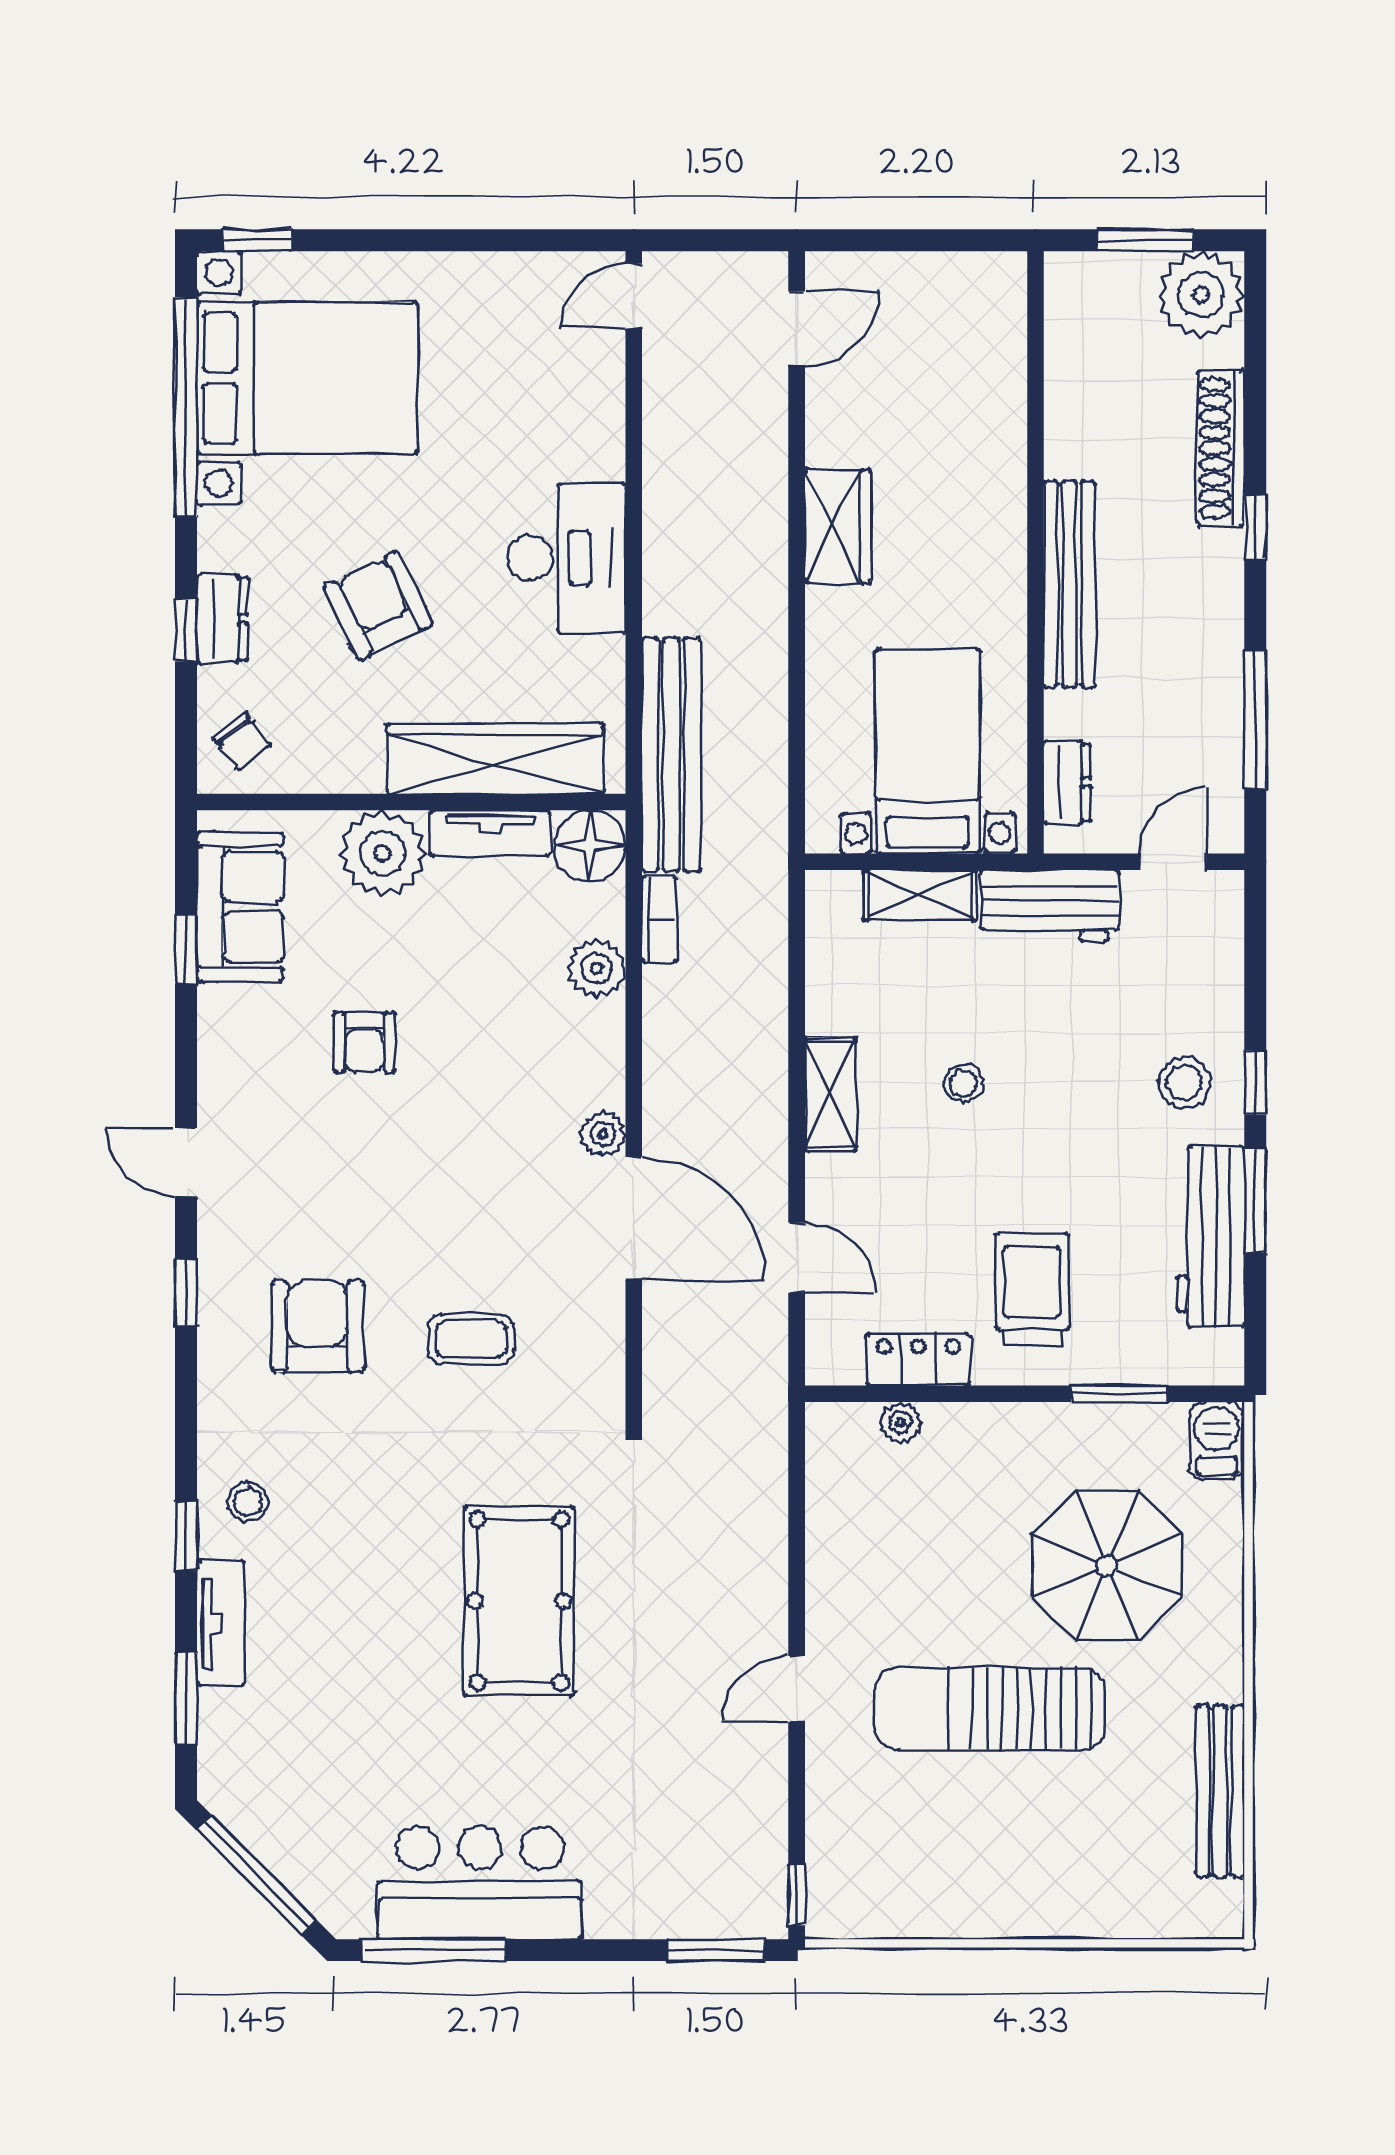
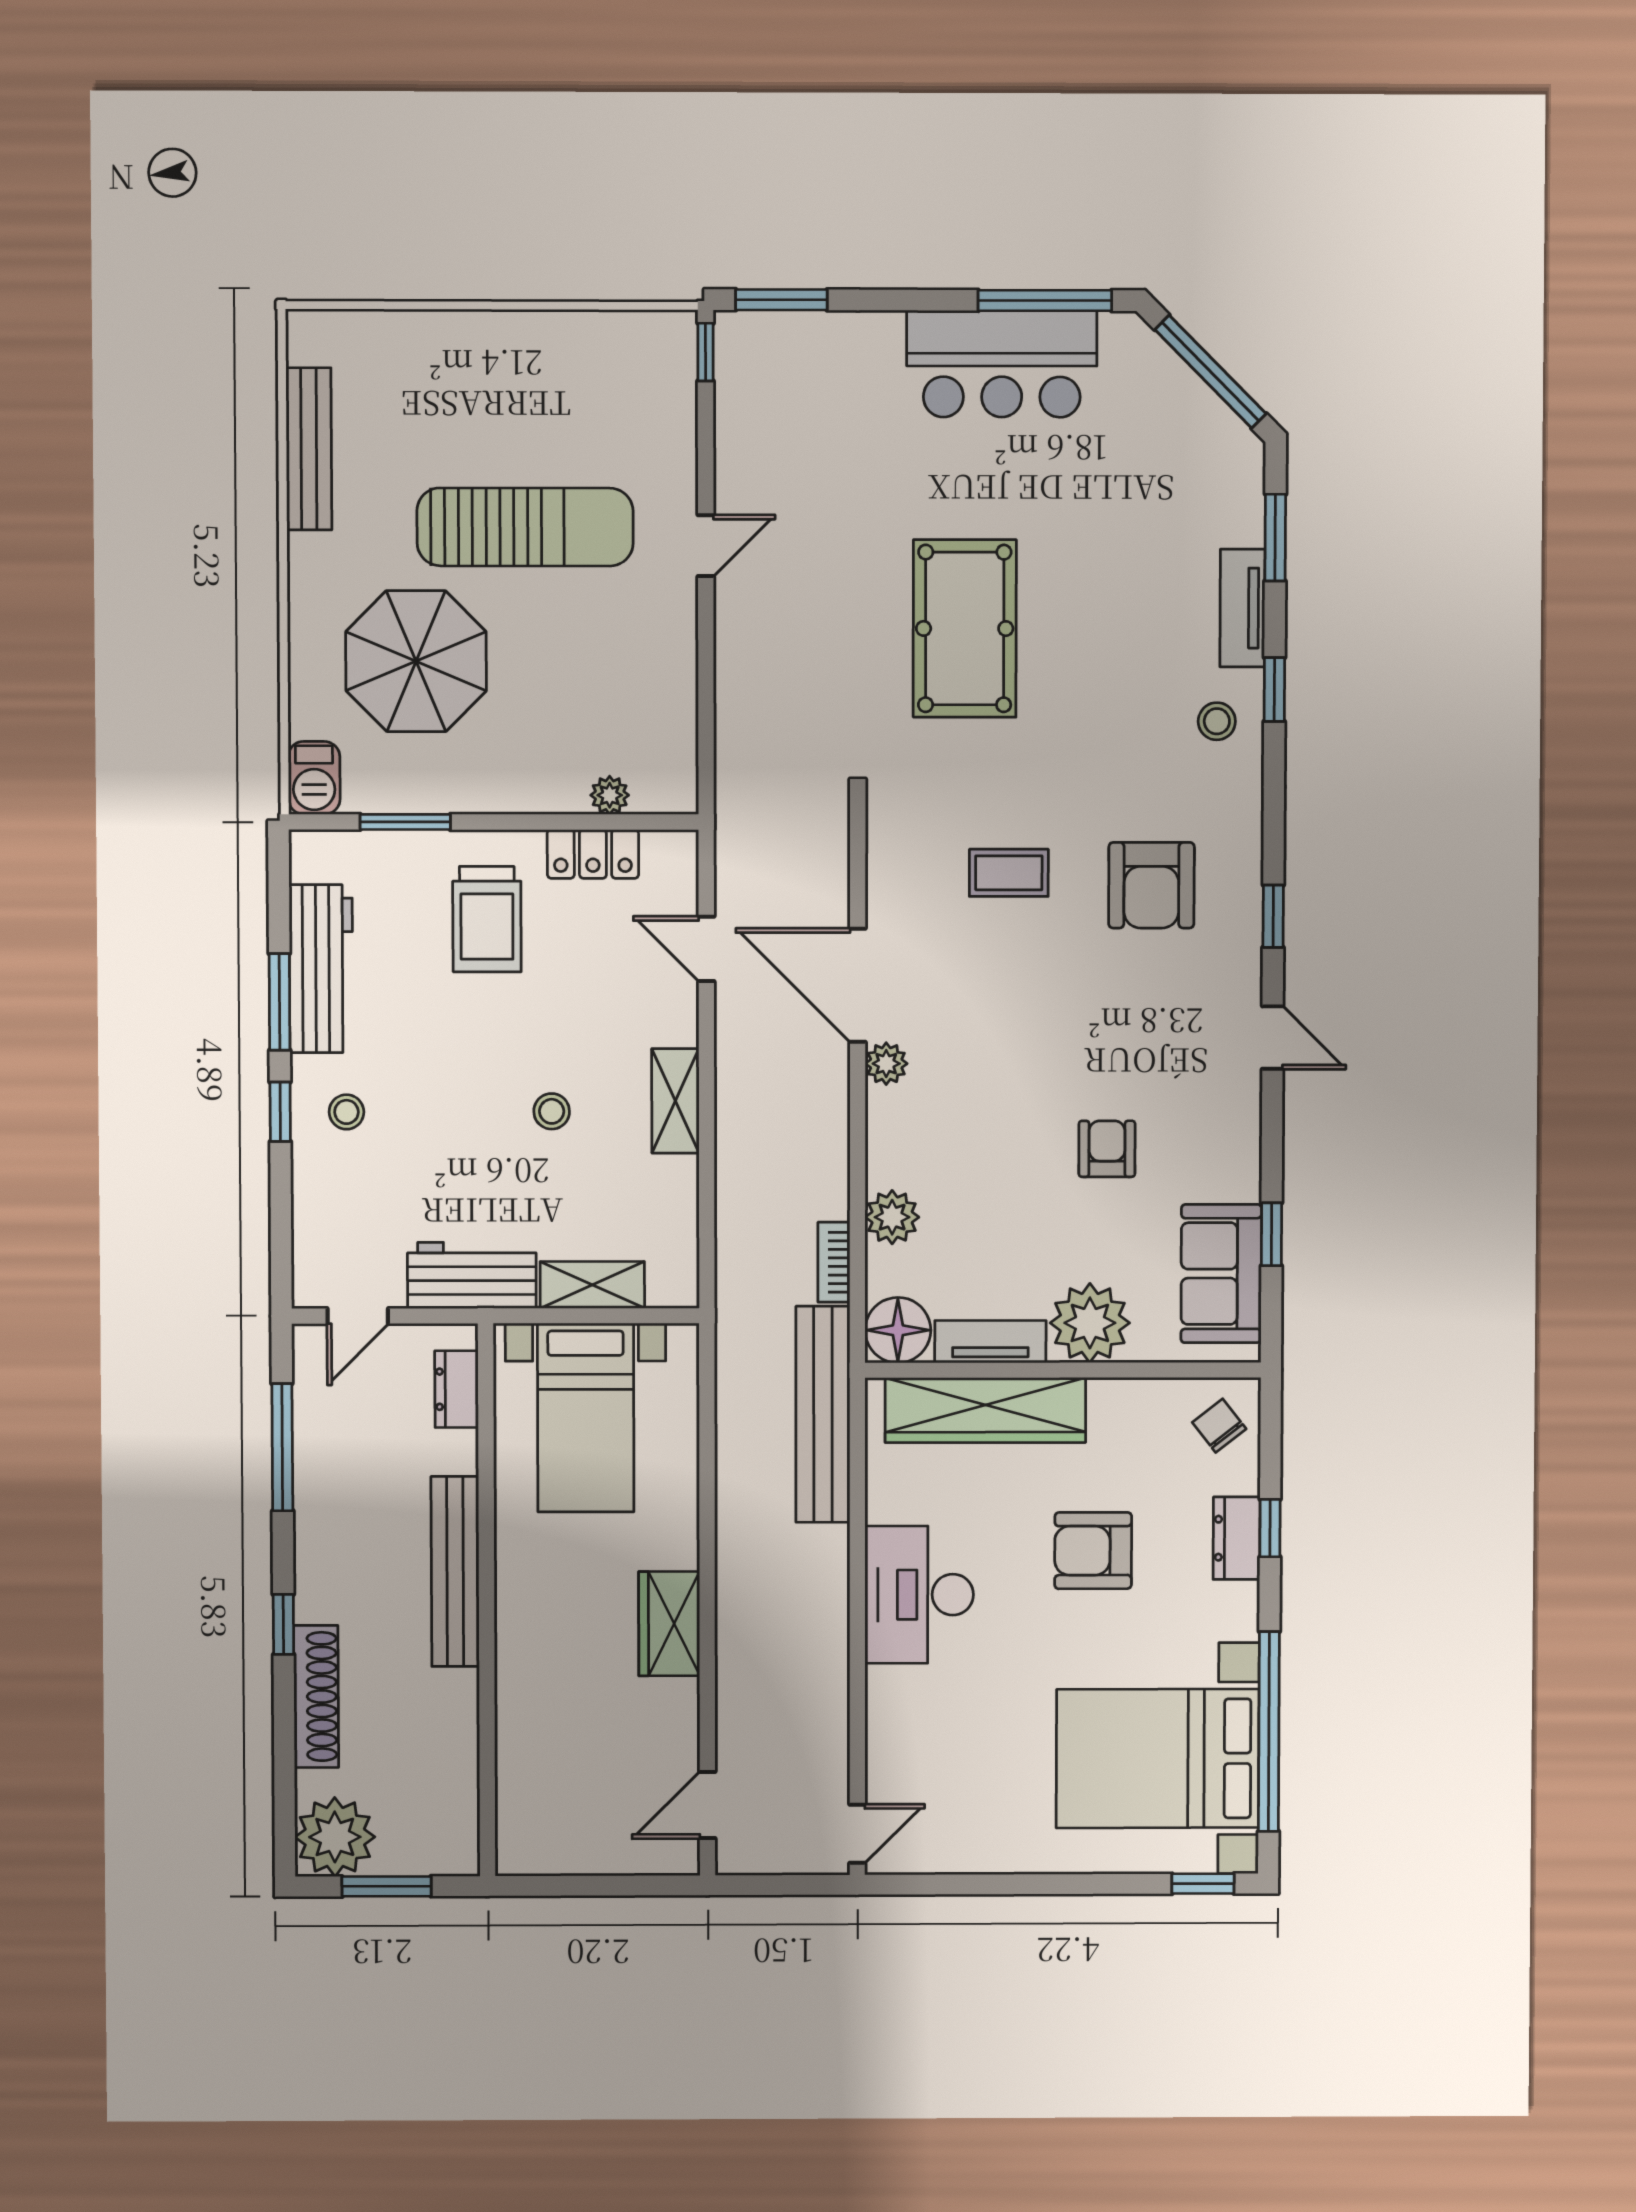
armchair: (378, 606) -> (1093, 1551), turned 116
stool: (1184, 1082) -> (346, 1112), width x0.73, depth x0.73

